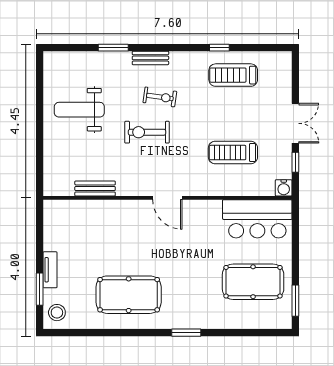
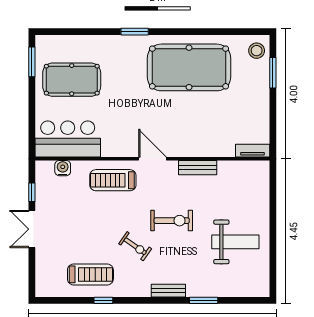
exercise bike: (160, 97) -> (135, 246), moved, turned -153
treadmill: (233, 153) -> (113, 180), moved, turned 180
bench: (95, 188) -> (198, 168), moved
water cooler: (284, 188) -> (63, 168), moved
tv unit: (50, 270) -> (253, 151), moved, turned 90
pool table: (129, 295) -> (189, 67), width x1.36, depth x1.32

